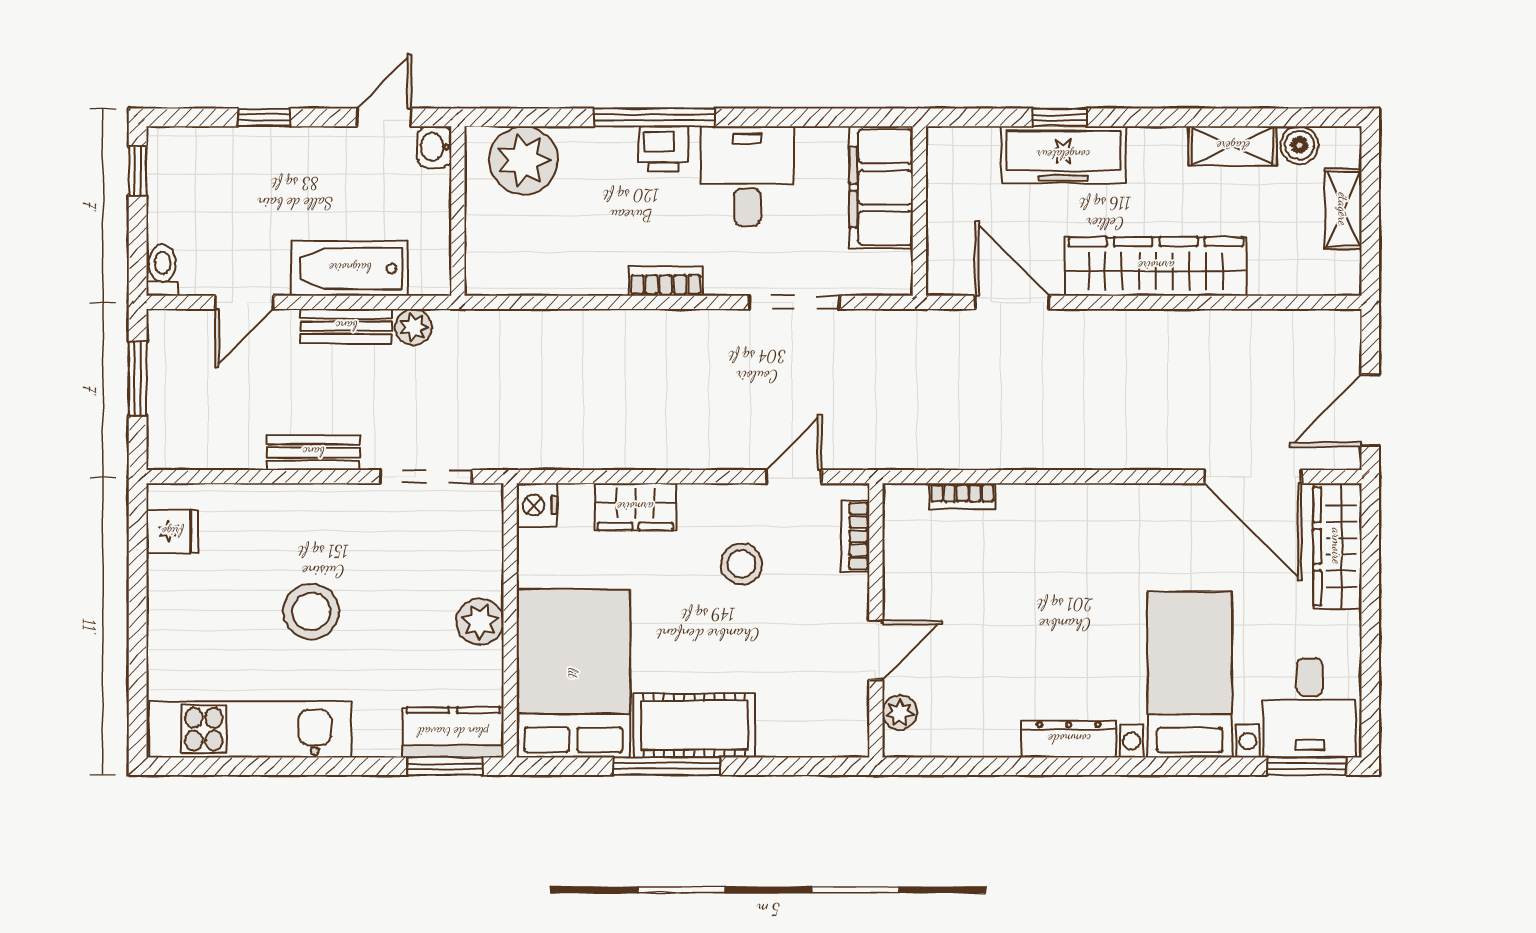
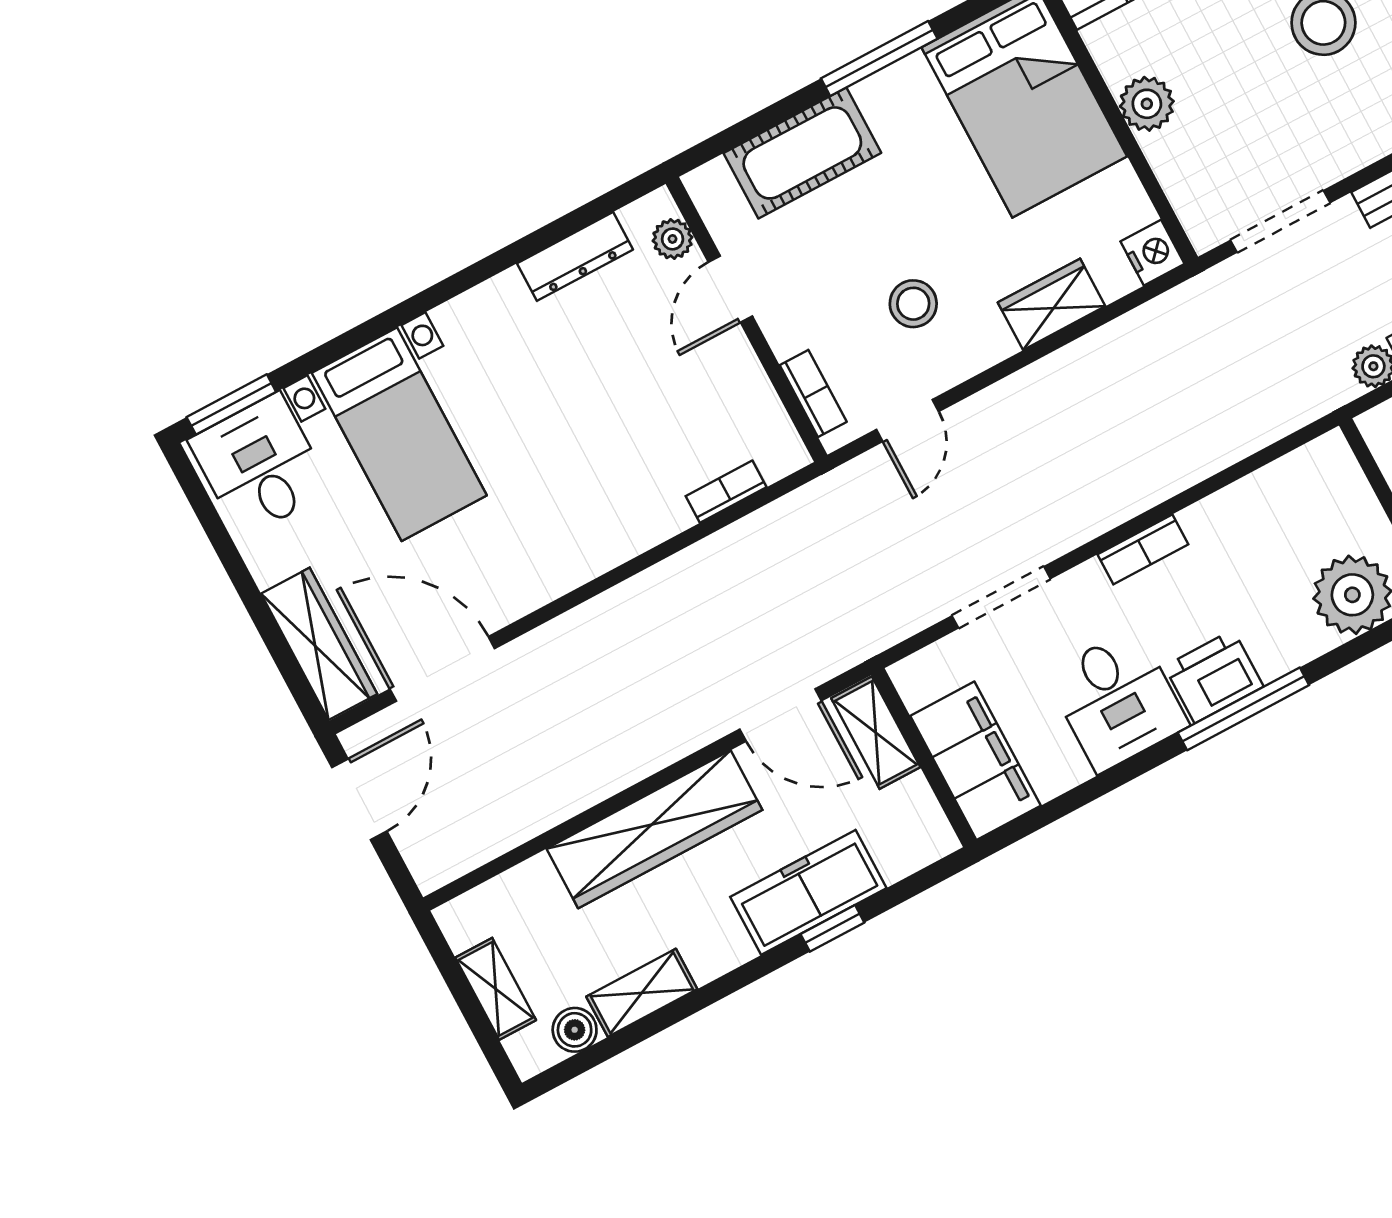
printer: (663, 149) -> (1214, 676), width x1.36, depth x1.24
shelving: (946, 250) -> (876, 733), added
cot: (694, 725) -> (802, 153), moved
dresser: (1069, 739) -> (575, 256), moved

